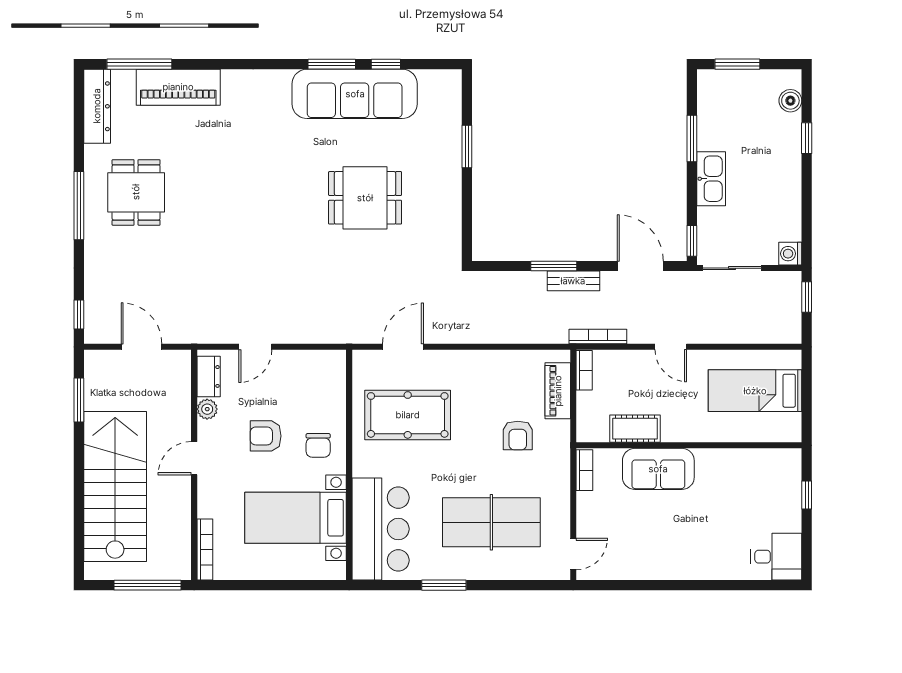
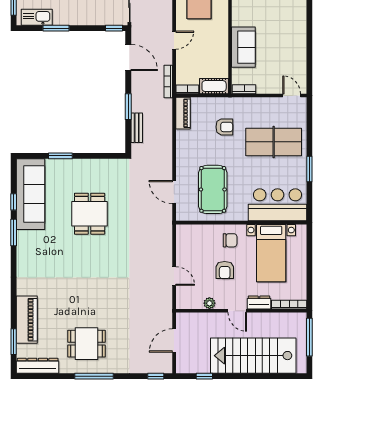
window: (139, 64) -> (14, 342), width x0.69
sofa: (355, 94) -> (31, 194), moved
kitchen sink: (711, 179) -> (37, 17), moved
door: (640, 266) -> (128, 57), swing flipped
bench: (573, 281) -> (137, 128), moved
dresser: (209, 376) -> (259, 302), moved
piano: (558, 391) -> (183, 113), moved, turned -90
window: (79, 400) -> (204, 376), width x0.67
cot: (635, 429) -> (214, 86), moved, turned 90
table tennis table: (491, 522) -> (274, 142), turned 90

